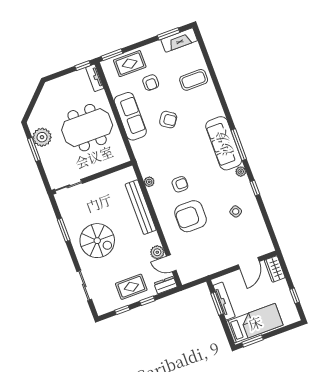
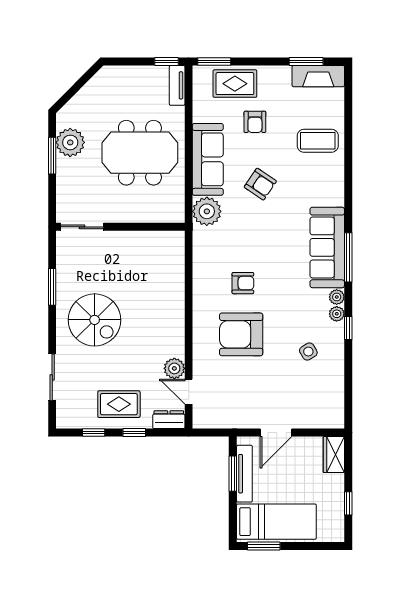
plant: (149, 182) -> (207, 211), moved, width x1.88, depth x1.88
plant: (245, 182) -> (337, 314), added
bench: (141, 207) -> (175, 295), removed
door: (249, 263) -> (276, 433), moved

